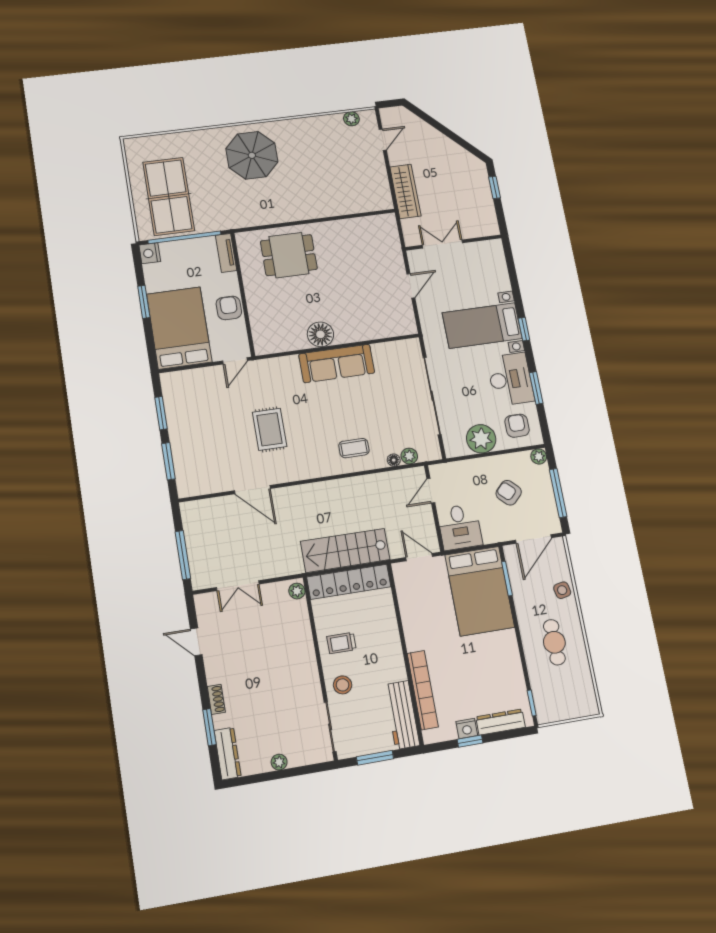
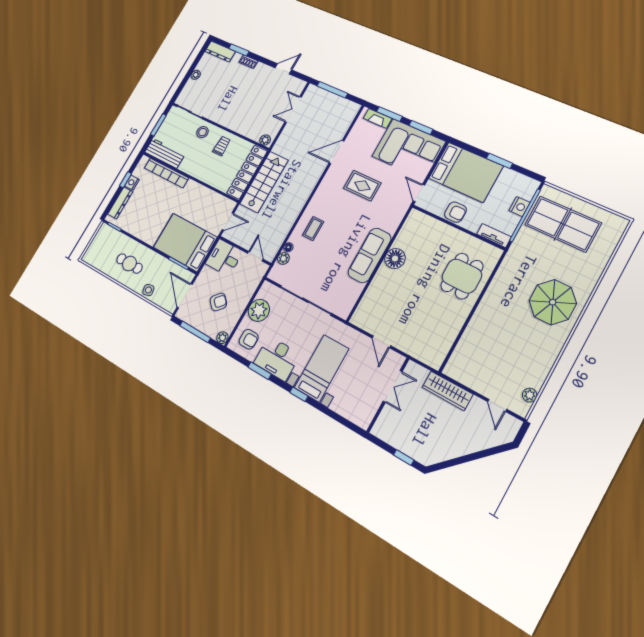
nightstand: (150, 253) -> (520, 207), moved, turned 90
corner sofa: (194, 409) -> (409, 149), added
fireplace: (182, 471) -> (378, 118), added

